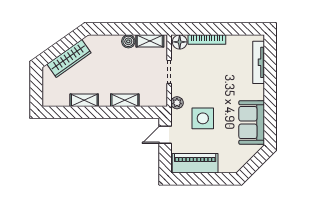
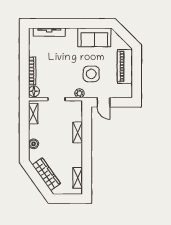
boiler: (128, 41) -> (34, 144), moved
shelving: (84, 100) -> (78, 178), moved
piano: (195, 163) -> (125, 66), moved

